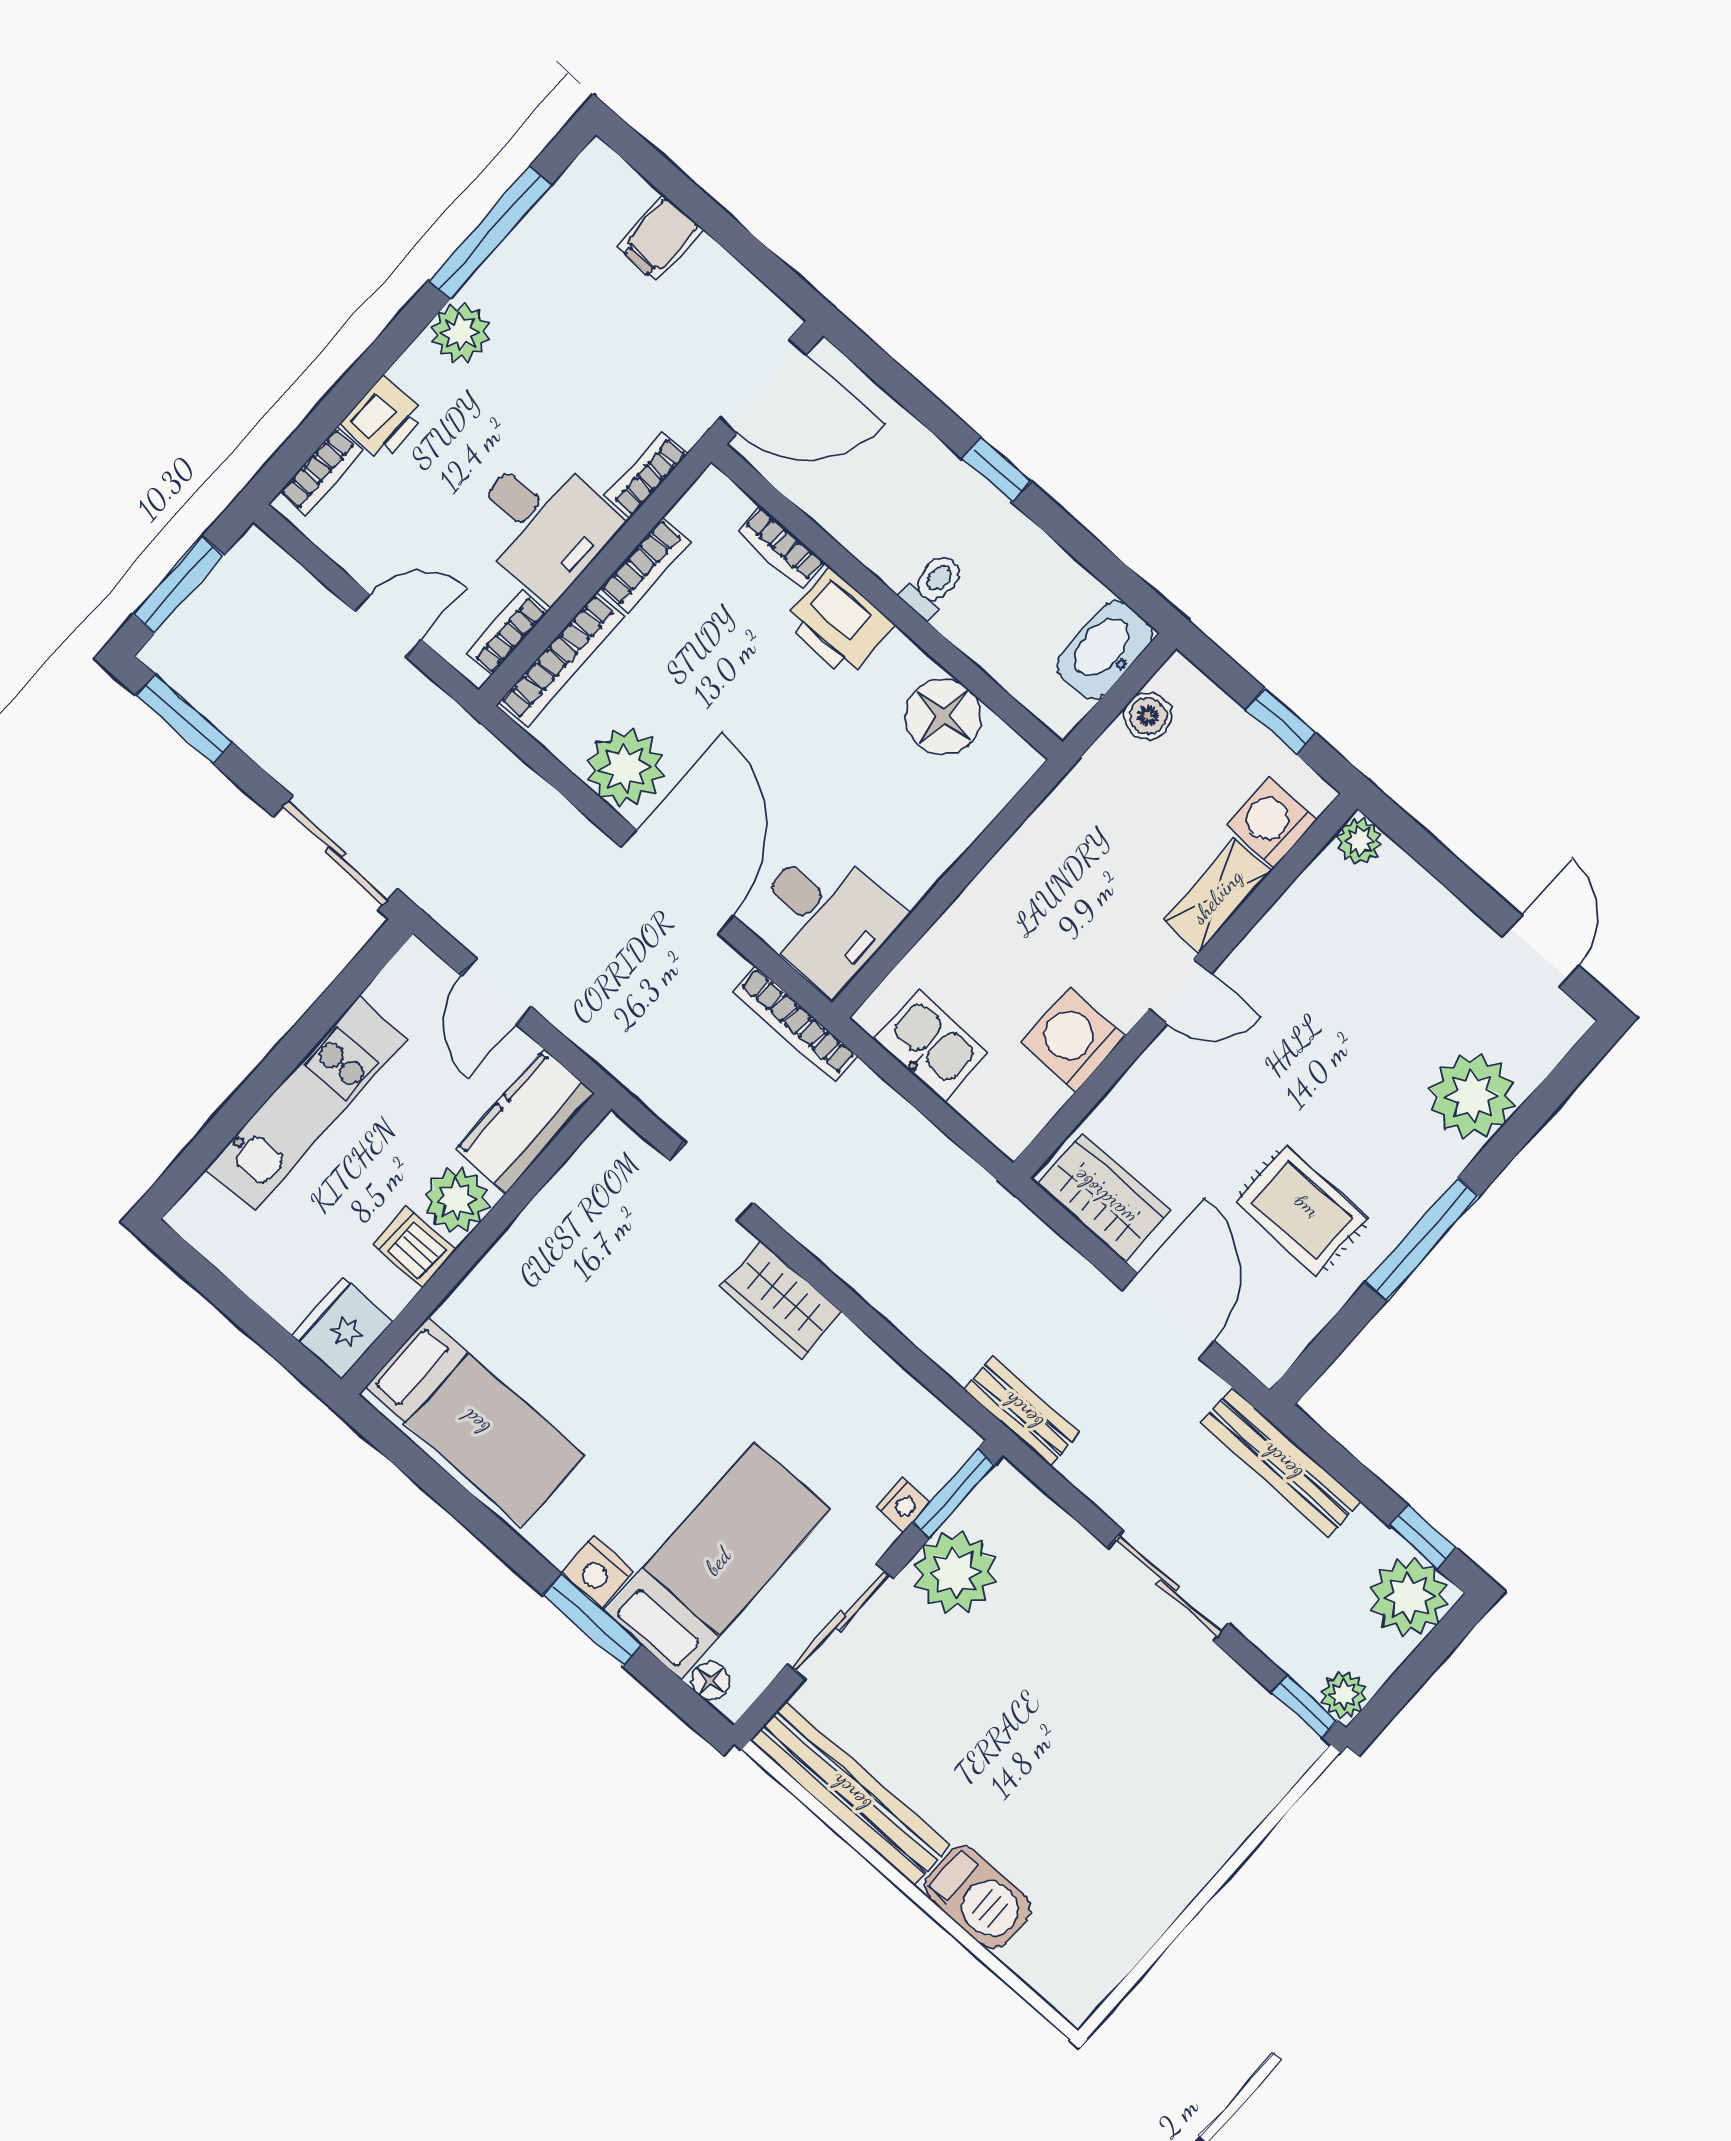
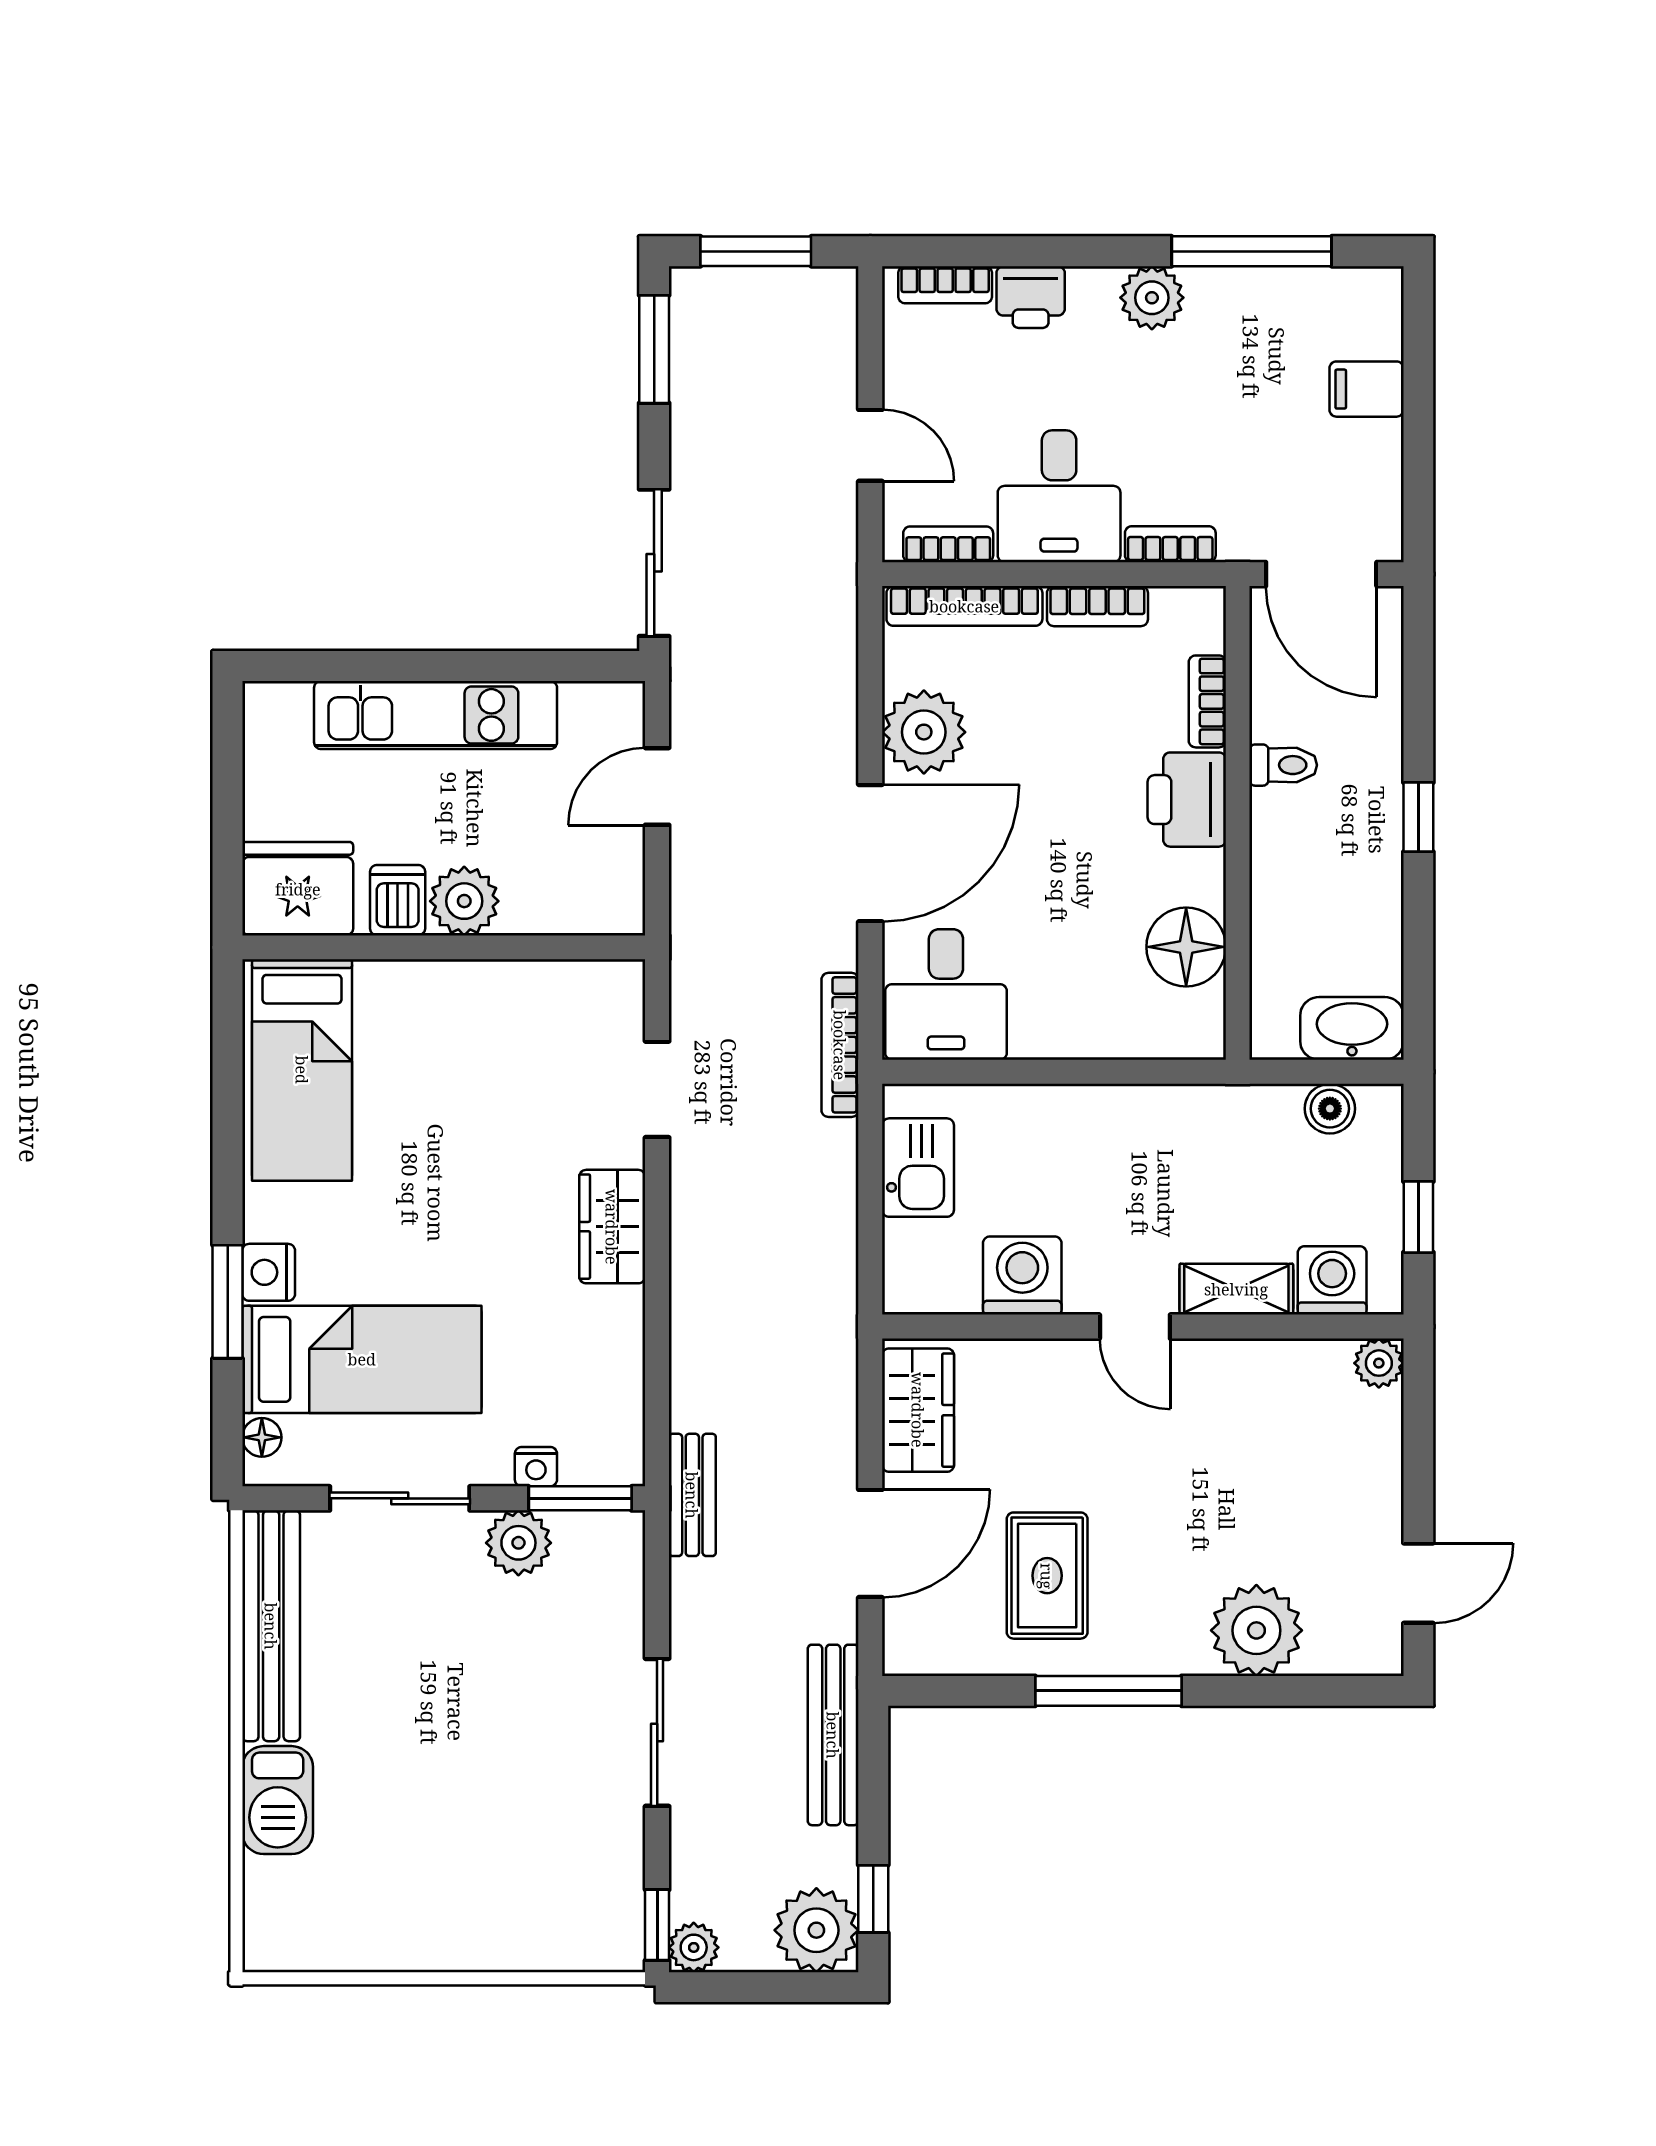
toilet: (933, 585) -> (1283, 765), moved
kitchen counter: (525, 1122) -> (574, 900), removed
fridge: (342, 1329) -> (298, 889), width x1.36, depth x1.34
plant: (955, 1572) -> (518, 1543), width x0.73, depth x0.73

